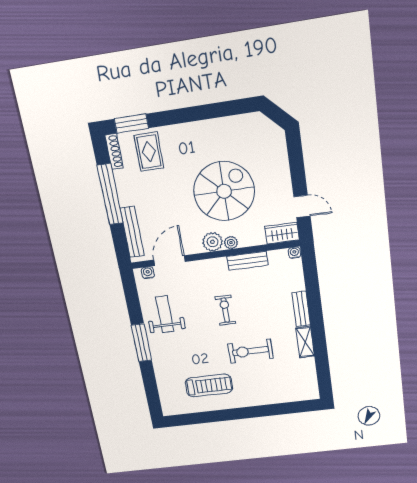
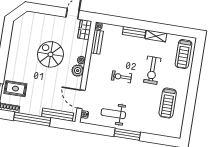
spiral stairs: (224, 191) -> (50, 54), width x0.73, depth x0.73
bench: (247, 261) -> (97, 42), moved
treadmill: (209, 386) -> (168, 103), turned 180
treadmill: (290, 387) -> (183, 54), added

